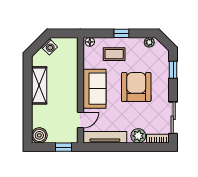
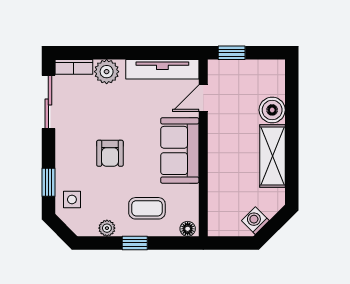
plant: (149, 42) -> (107, 228), moved
side table: (159, 59) -> (72, 199), added
armchair: (136, 87) -> (110, 153), width x0.53, depth x0.53
boiler: (39, 135) -> (272, 110), moved

